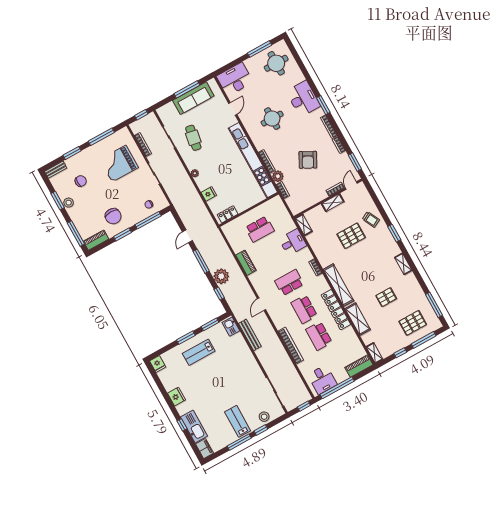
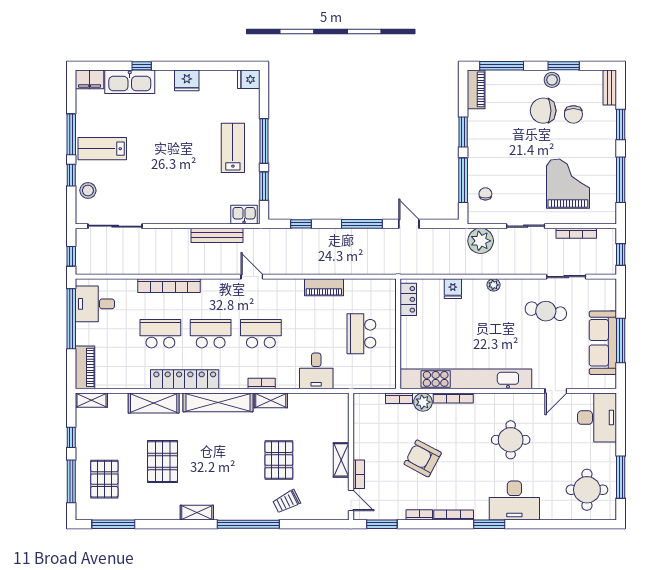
door: (233, 109) -> (556, 391), hinge flipped
chair: (113, 216) -> (543, 111), moved
shelving: (304, 225) -> (271, 400), moved
window: (394, 233) -> (248, 524), width x2.11
plant: (221, 276) -> (481, 241), moved
school desk: (289, 283) -> (261, 334), turned -90
pallet: (386, 297) -> (163, 462), width x1.50, depth x1.42
window: (186, 338) -> (264, 141), width x1.44
lab bench: (238, 421) -> (102, 149), turned 180

